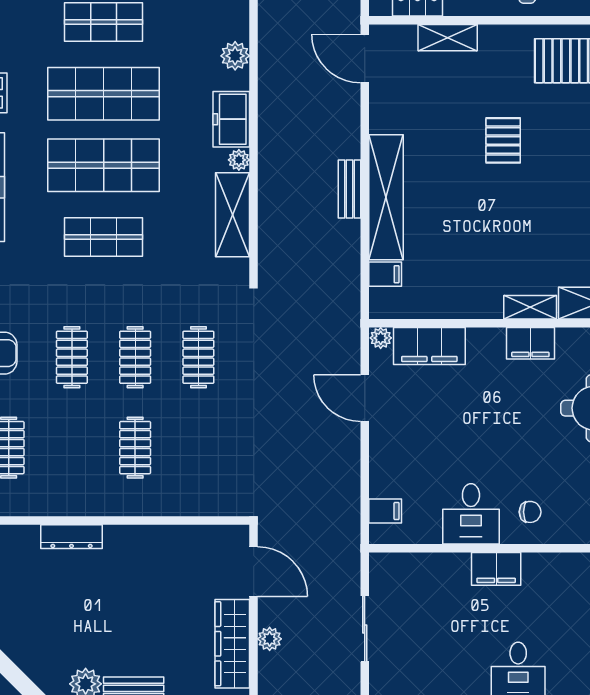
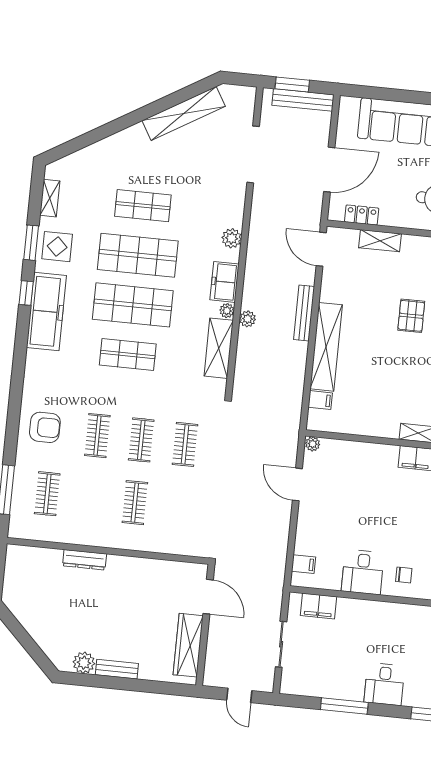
bench: (349, 189) -> (304, 313), moved, width x1.36
filing cabinet: (429, 346) -> (346, 453), removed
filing cabinet: (496, 569) -> (319, 606), moved
plant: (270, 639) -> (248, 319), moved

